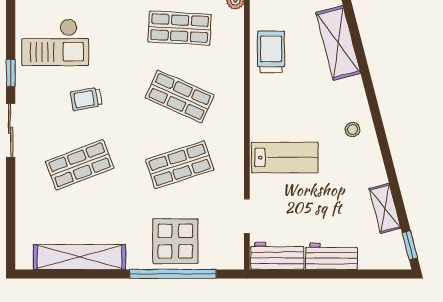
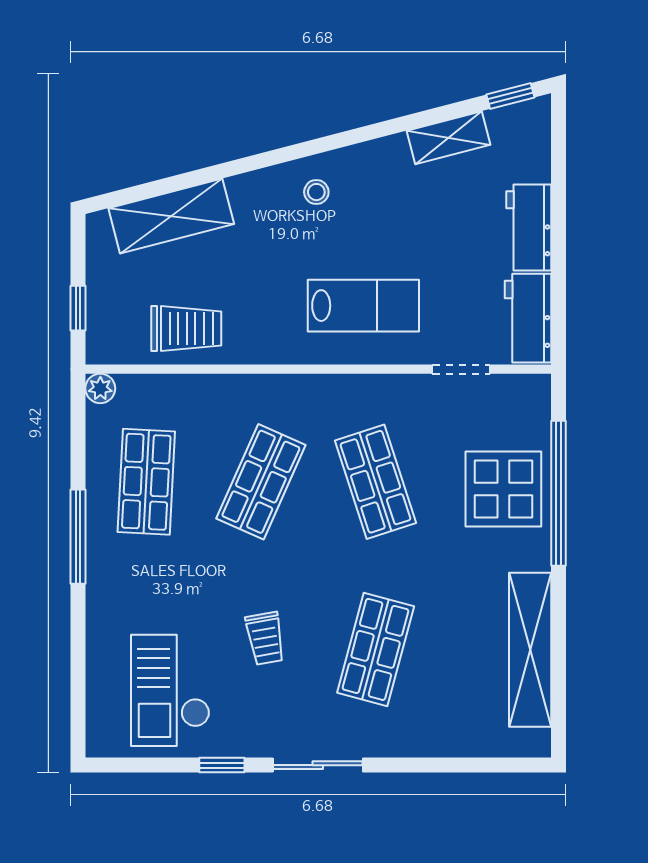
checkout: (55, 42) -> (170, 690), turned 180
trolley: (271, 52) -> (186, 329), turned 180
lab bench: (285, 158) -> (363, 306), turned 90
shop shelf: (80, 165) -> (376, 649), turned 36

